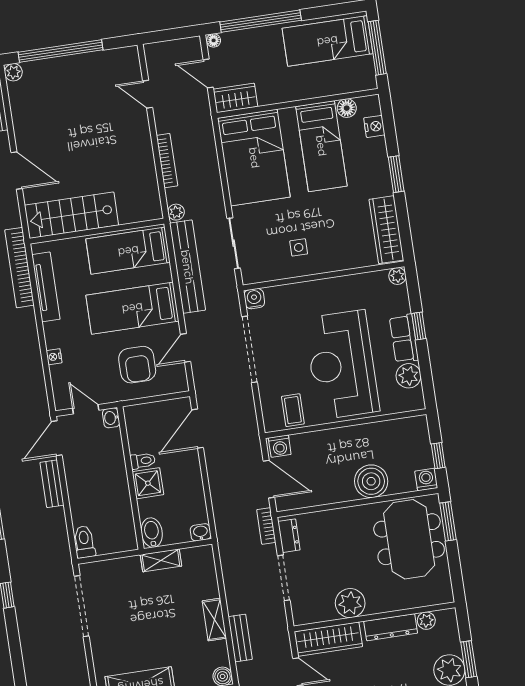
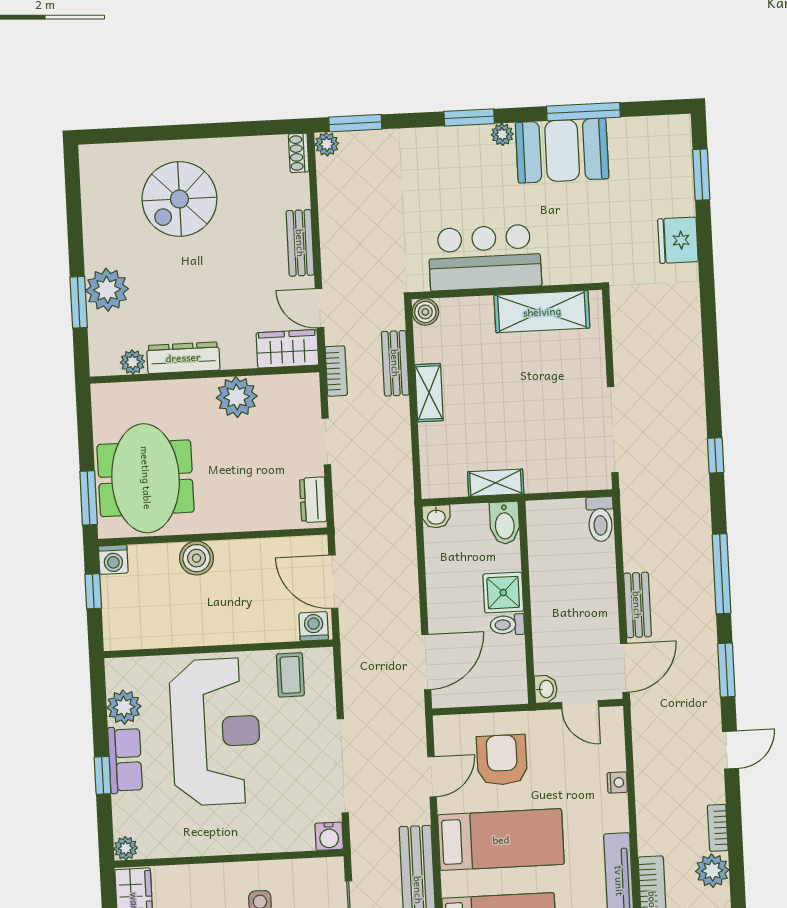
boiler: (371, 481) -> (197, 558), width x0.73, depth x0.73
bookcase: (266, 526) -> (336, 371), moved
doorway: (284, 578) -> (326, 442), width x0.73
wardrobe: (328, 639) -> (287, 349), width x0.67

